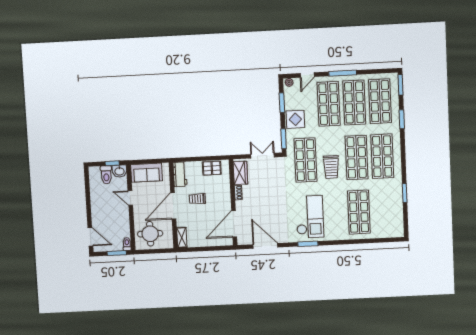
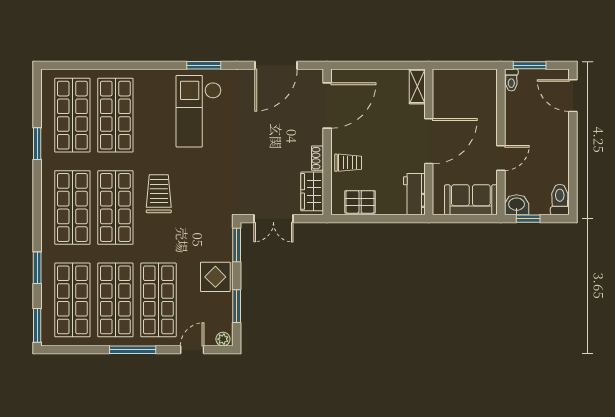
shop shelf: (305, 160) -> (72, 115), moved
toilet: (106, 175) -> (560, 200), moved
door: (130, 198) -> (501, 158), hinge flipped
trolley: (197, 199) -> (348, 163), moved
round table: (150, 234) -> (471, 96), removed
door: (265, 246) -> (276, 65), hinge flipped

